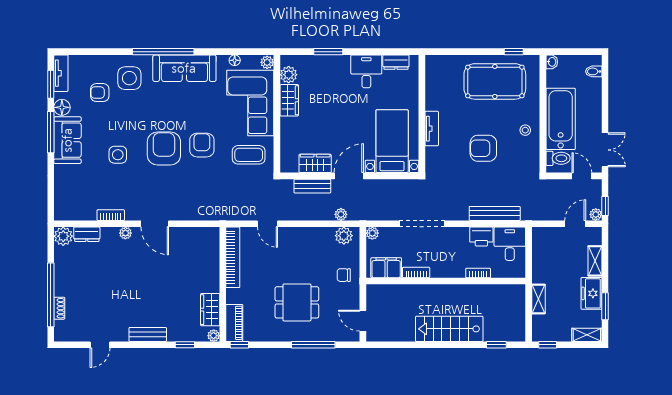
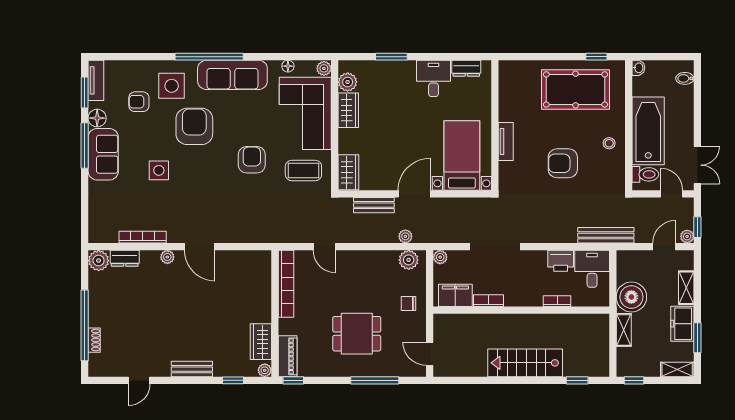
armchair: (164, 148) -> (194, 126), moved
wardrobe: (315, 163) -> (348, 172), moved, turned 90
bench: (495, 213) -> (606, 235), moved
bookcase: (111, 215) -> (143, 237), width x1.56
boiler: (545, 269) -> (631, 297), added

